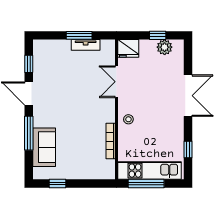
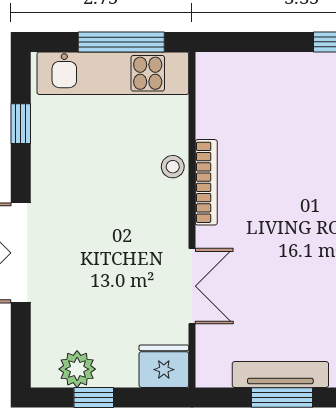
tv unit: (86, 45) -> (280, 374), width x1.41
stool: (128, 119) -> (173, 167), moved
bookcase: (111, 141) -> (206, 182), moved

